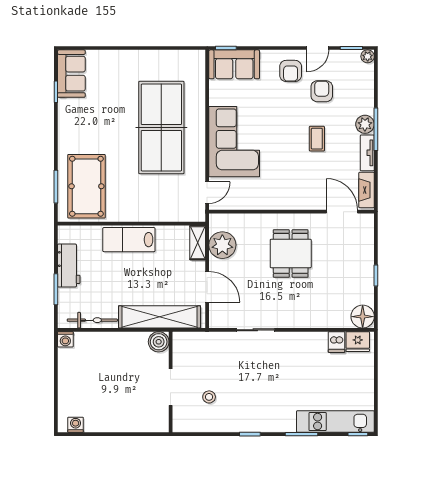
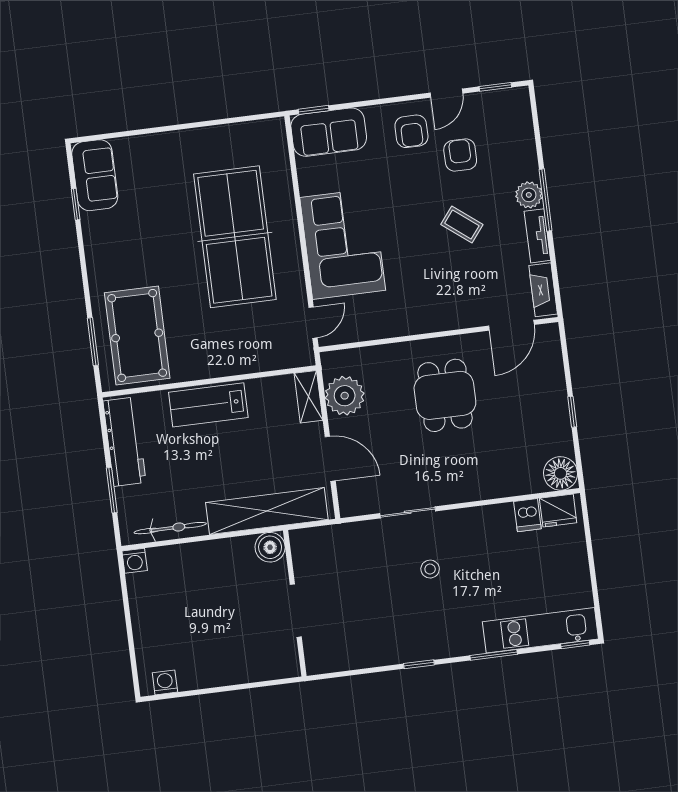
plant: (368, 56) -> (520, 96), removed
coffee table: (317, 139) -> (462, 224), turned -52
door: (342, 212) -> (511, 325), swing flipped
workbench: (69, 266) -> (125, 442), width x1.38
stool: (209, 397) -> (430, 569), moved

